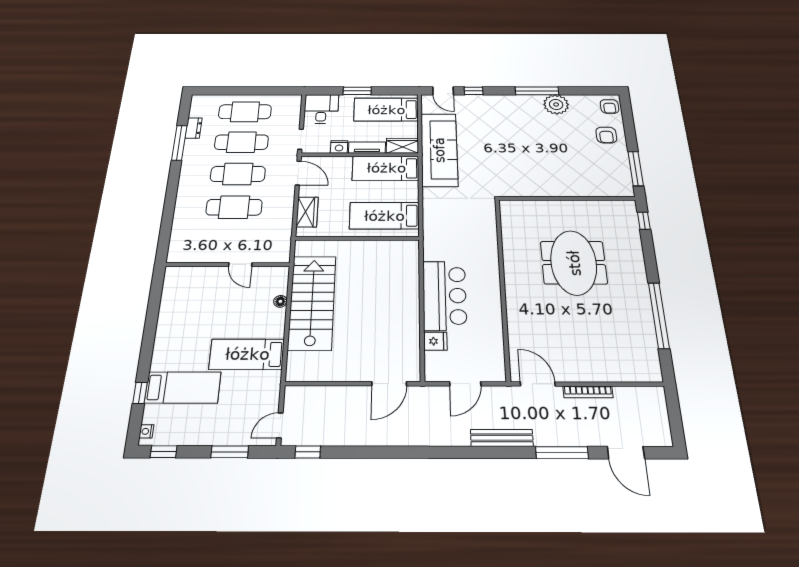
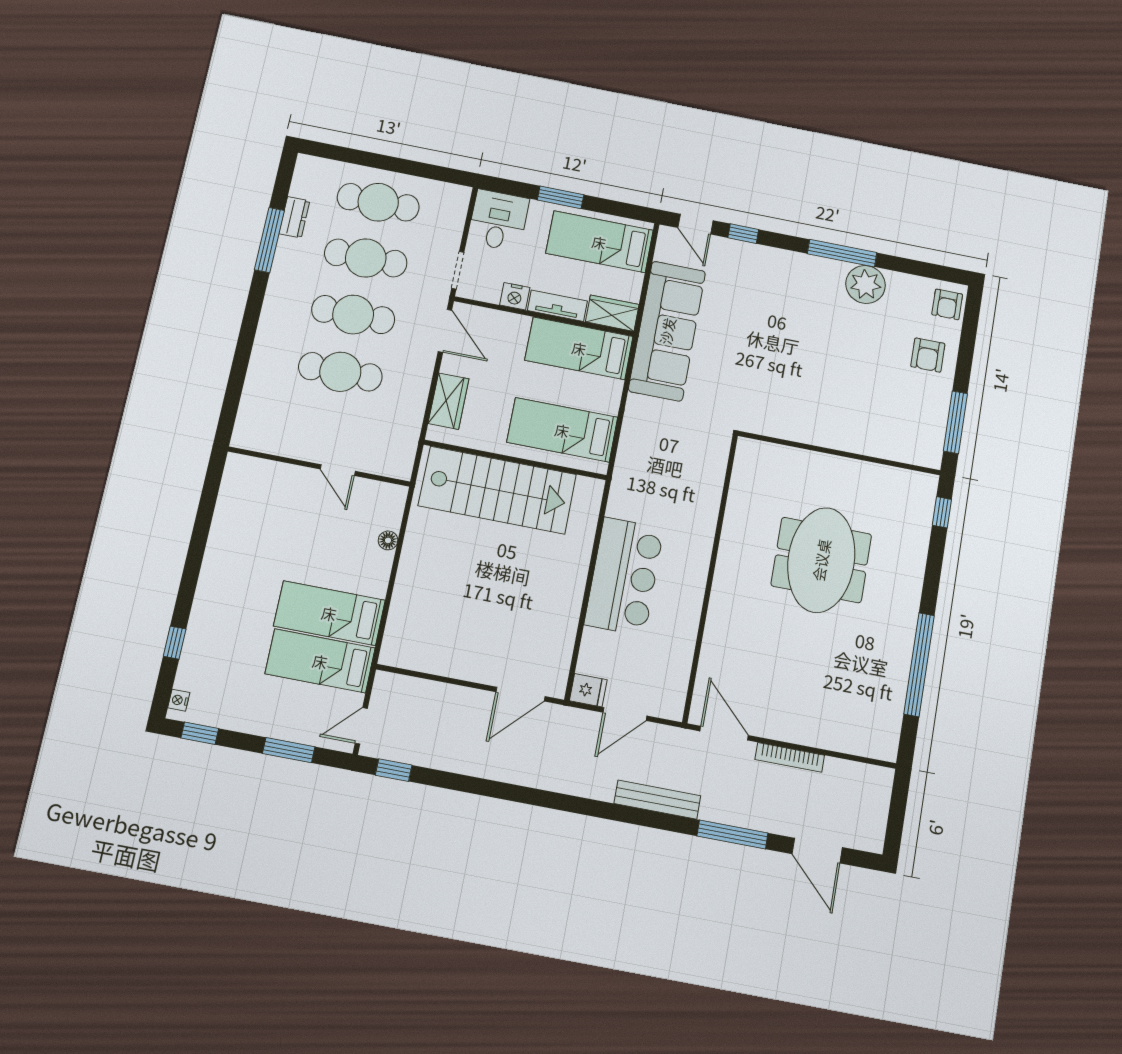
stairs: (312, 302) -> (497, 490), moved, turned 90
fridge: (435, 341) -> (588, 690), moved
bed: (183, 387) -> (320, 661), moved, turned 180

